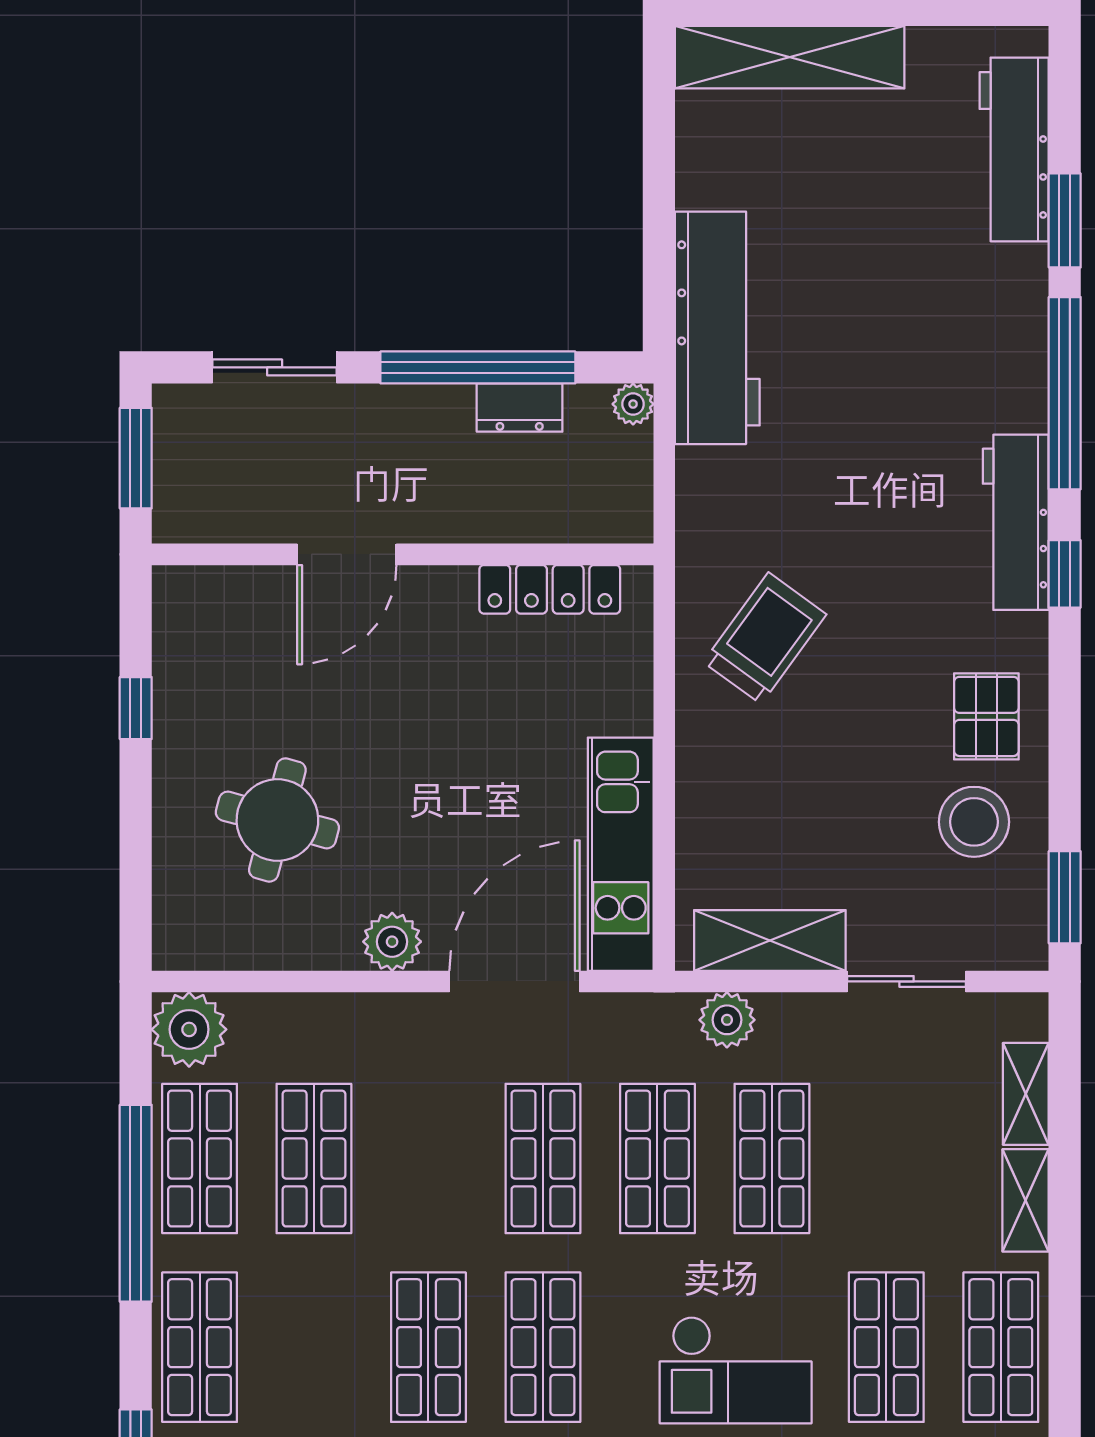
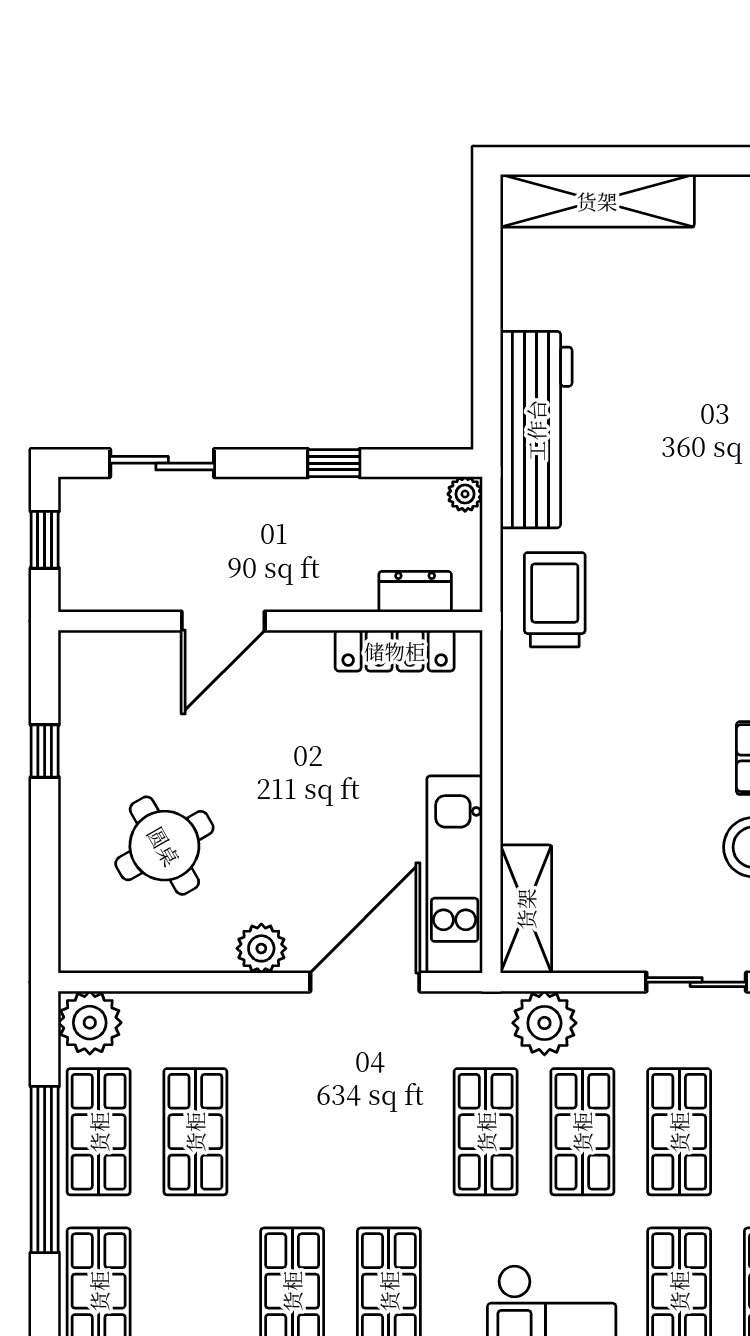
window: (478, 367) -> (334, 463), width x0.32
dresser: (520, 408) -> (415, 592), moved, turned 180
window: (136, 458) -> (45, 540), width x0.67
trolley: (765, 638) -> (555, 600), moved, turned -36
round table: (277, 820) -> (164, 846), turned 45
shelving: (770, 940) -> (526, 909), moved, turned 90
plant: (727, 1020) -> (544, 1023), width x1.36, depth x1.36
shop shelf: (543, 1159) -> (679, 1132), moved

